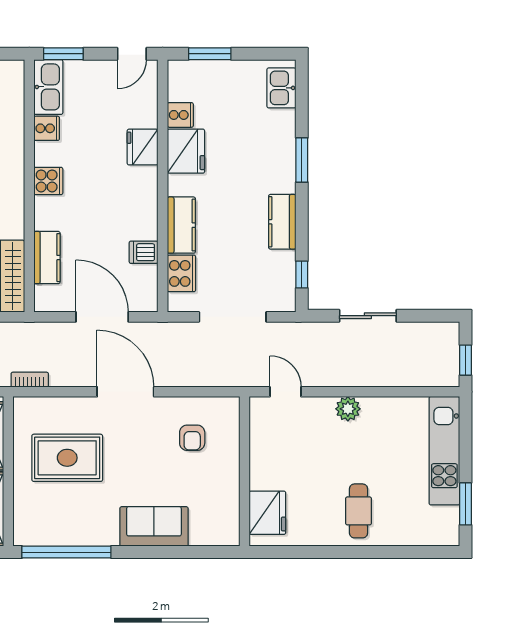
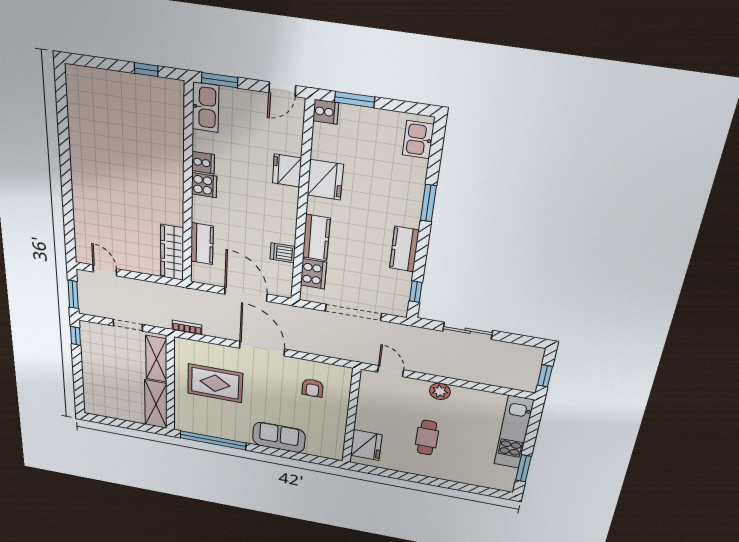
cooker: (180, 115) -> (326, 112), moved
cooker: (47, 128) -> (203, 163), moved
cafe table: (359, 511) -> (427, 438), moved

